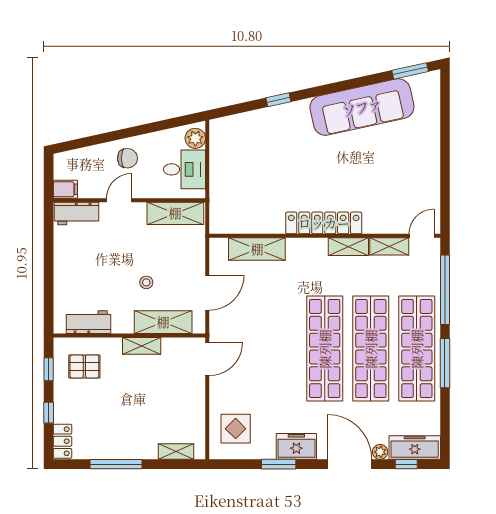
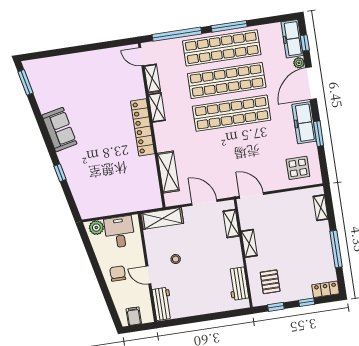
sofa: (362, 107) -> (59, 130), width x0.54, depth x0.79
filing cabinet: (65, 189) -> (134, 316), moved
shelving: (175, 213) -> (162, 218), moved, turned 90
stool: (146, 282) -> (176, 259), moved
shelving: (163, 322) -> (231, 224), width x0.67, depth x0.75
freezer: (296, 446) -> (304, 123), width x1.40

